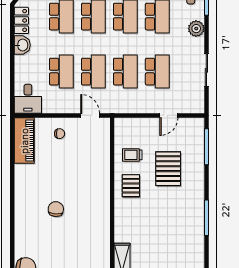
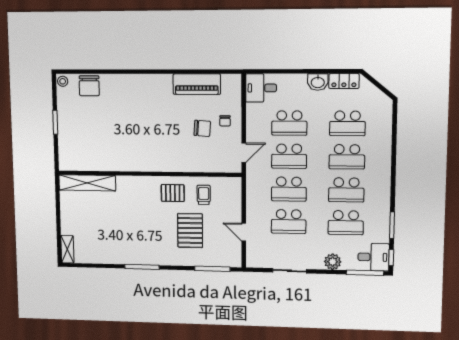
piano: (24, 141) -> (197, 84), moved
pallet: (168, 169) -> (190, 230), turned 90
chair: (56, 209) -> (202, 128), moved

